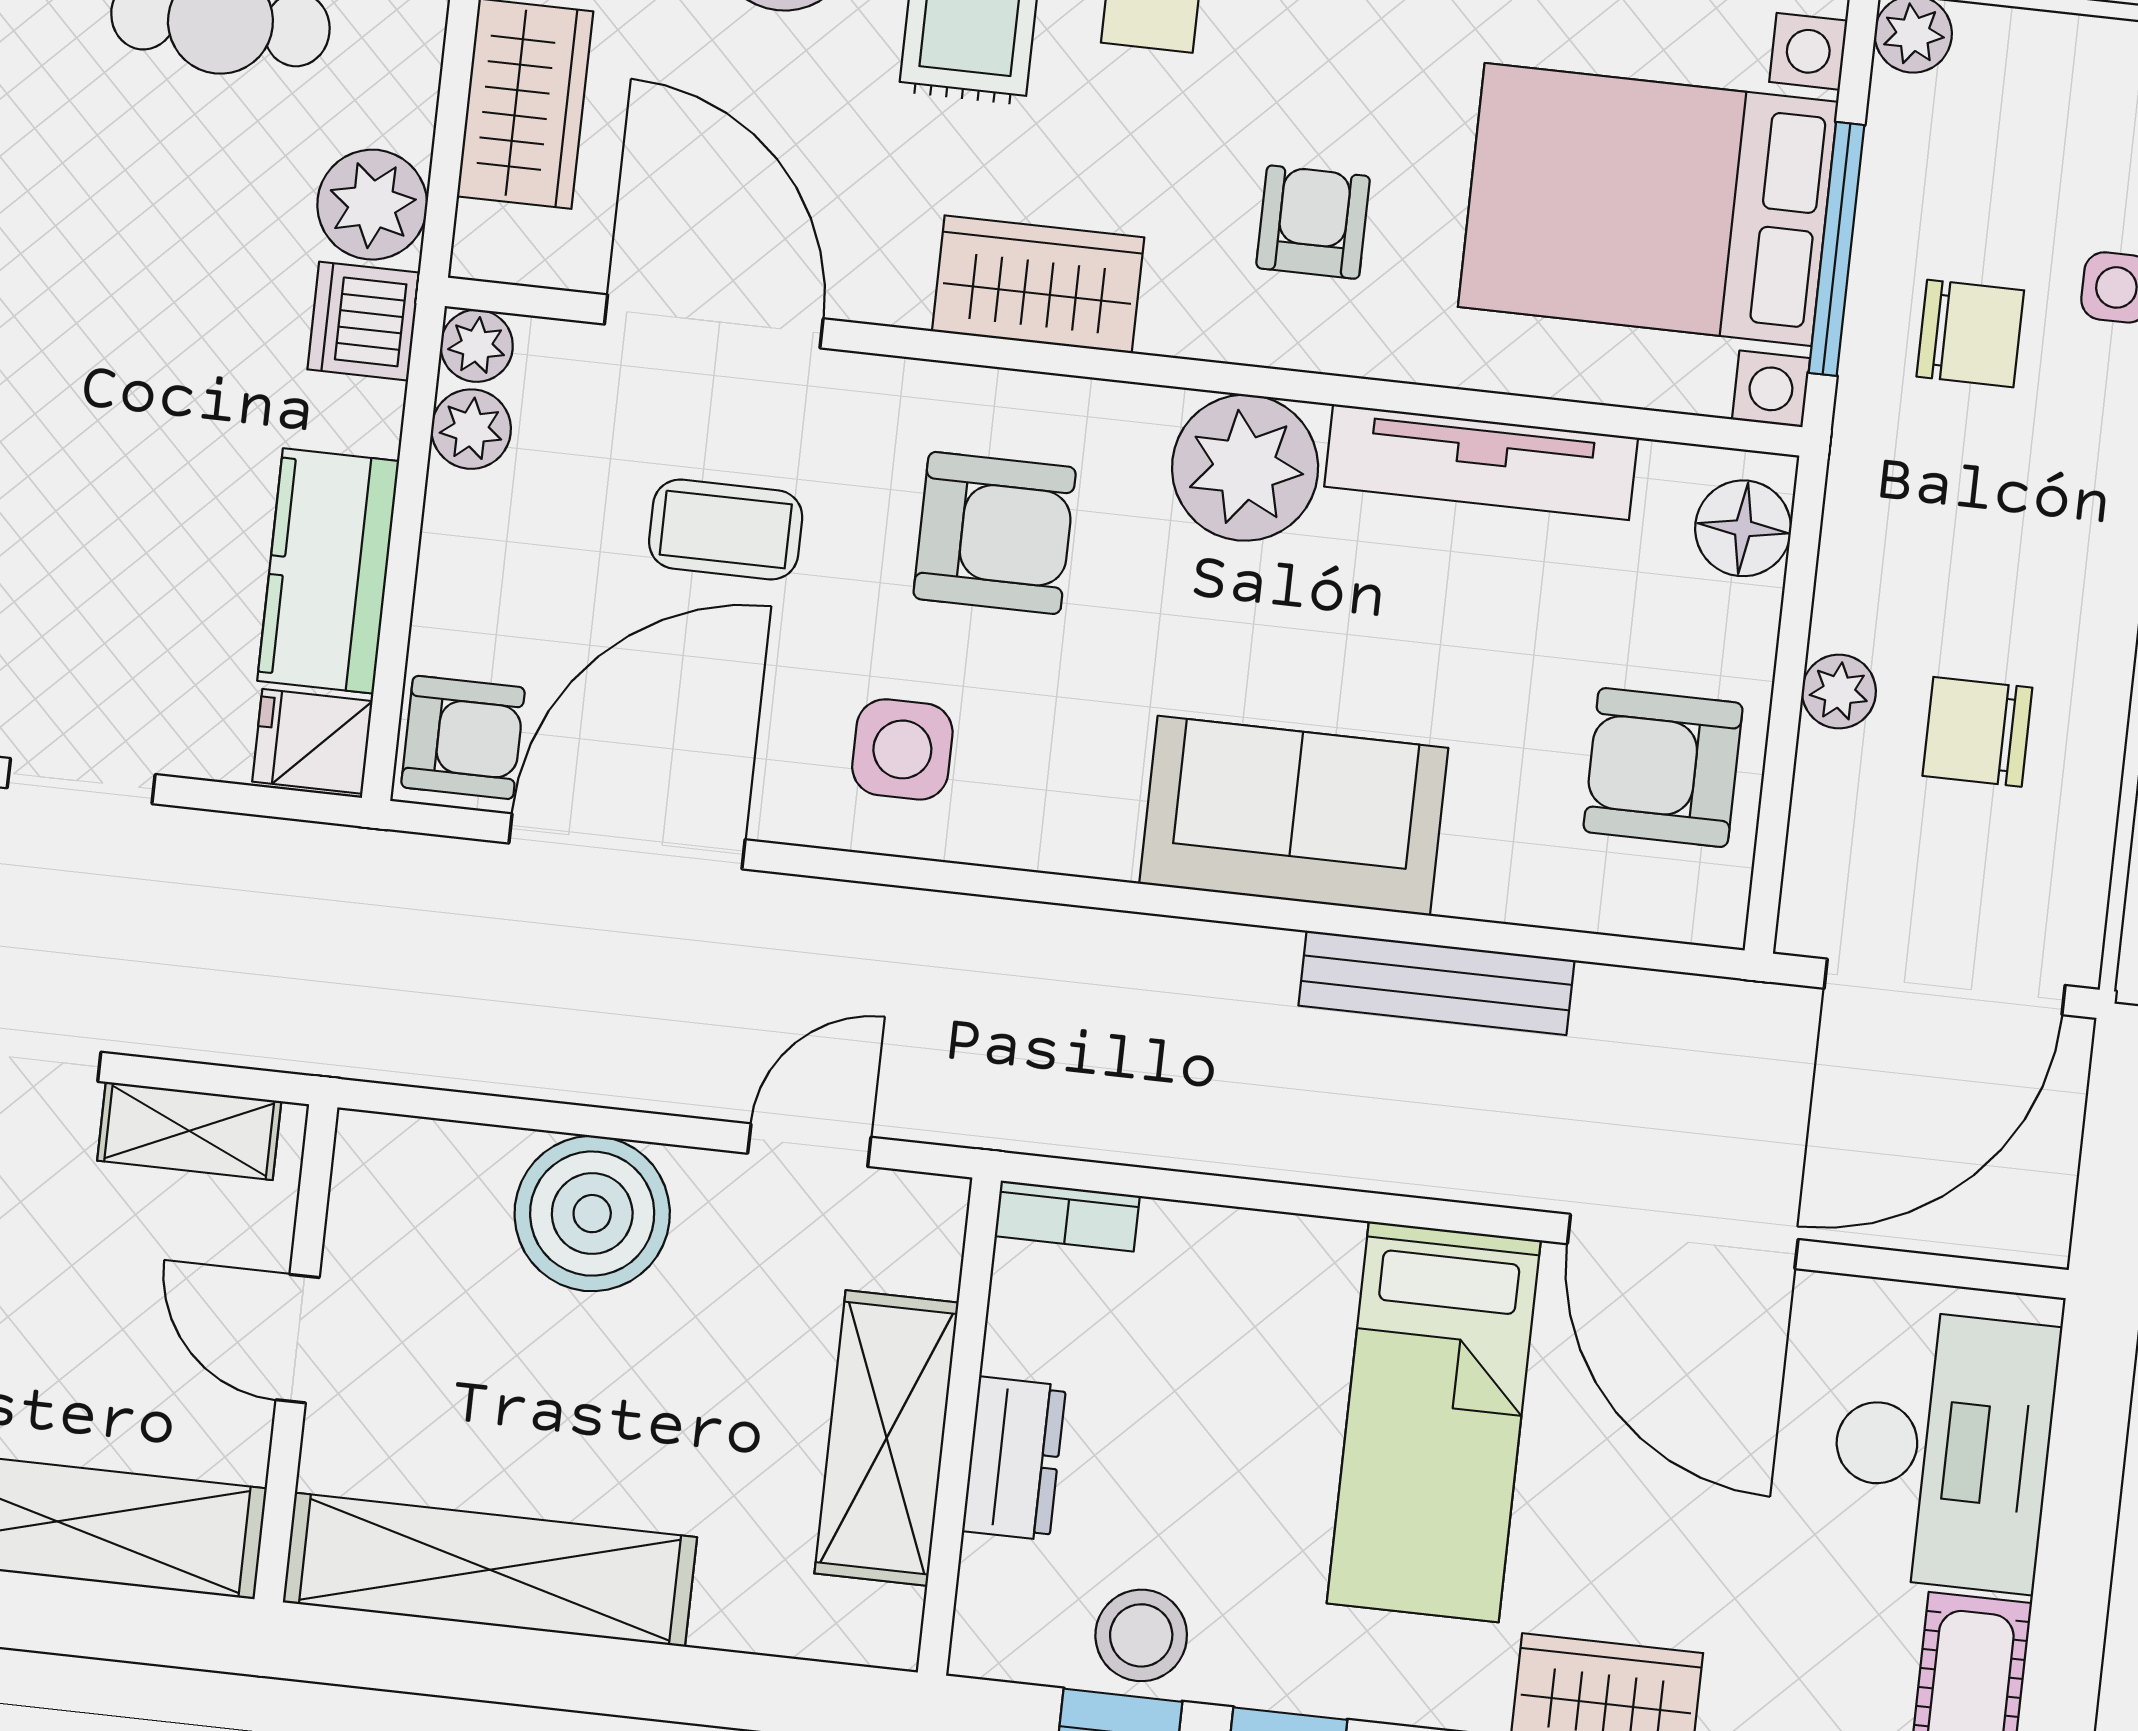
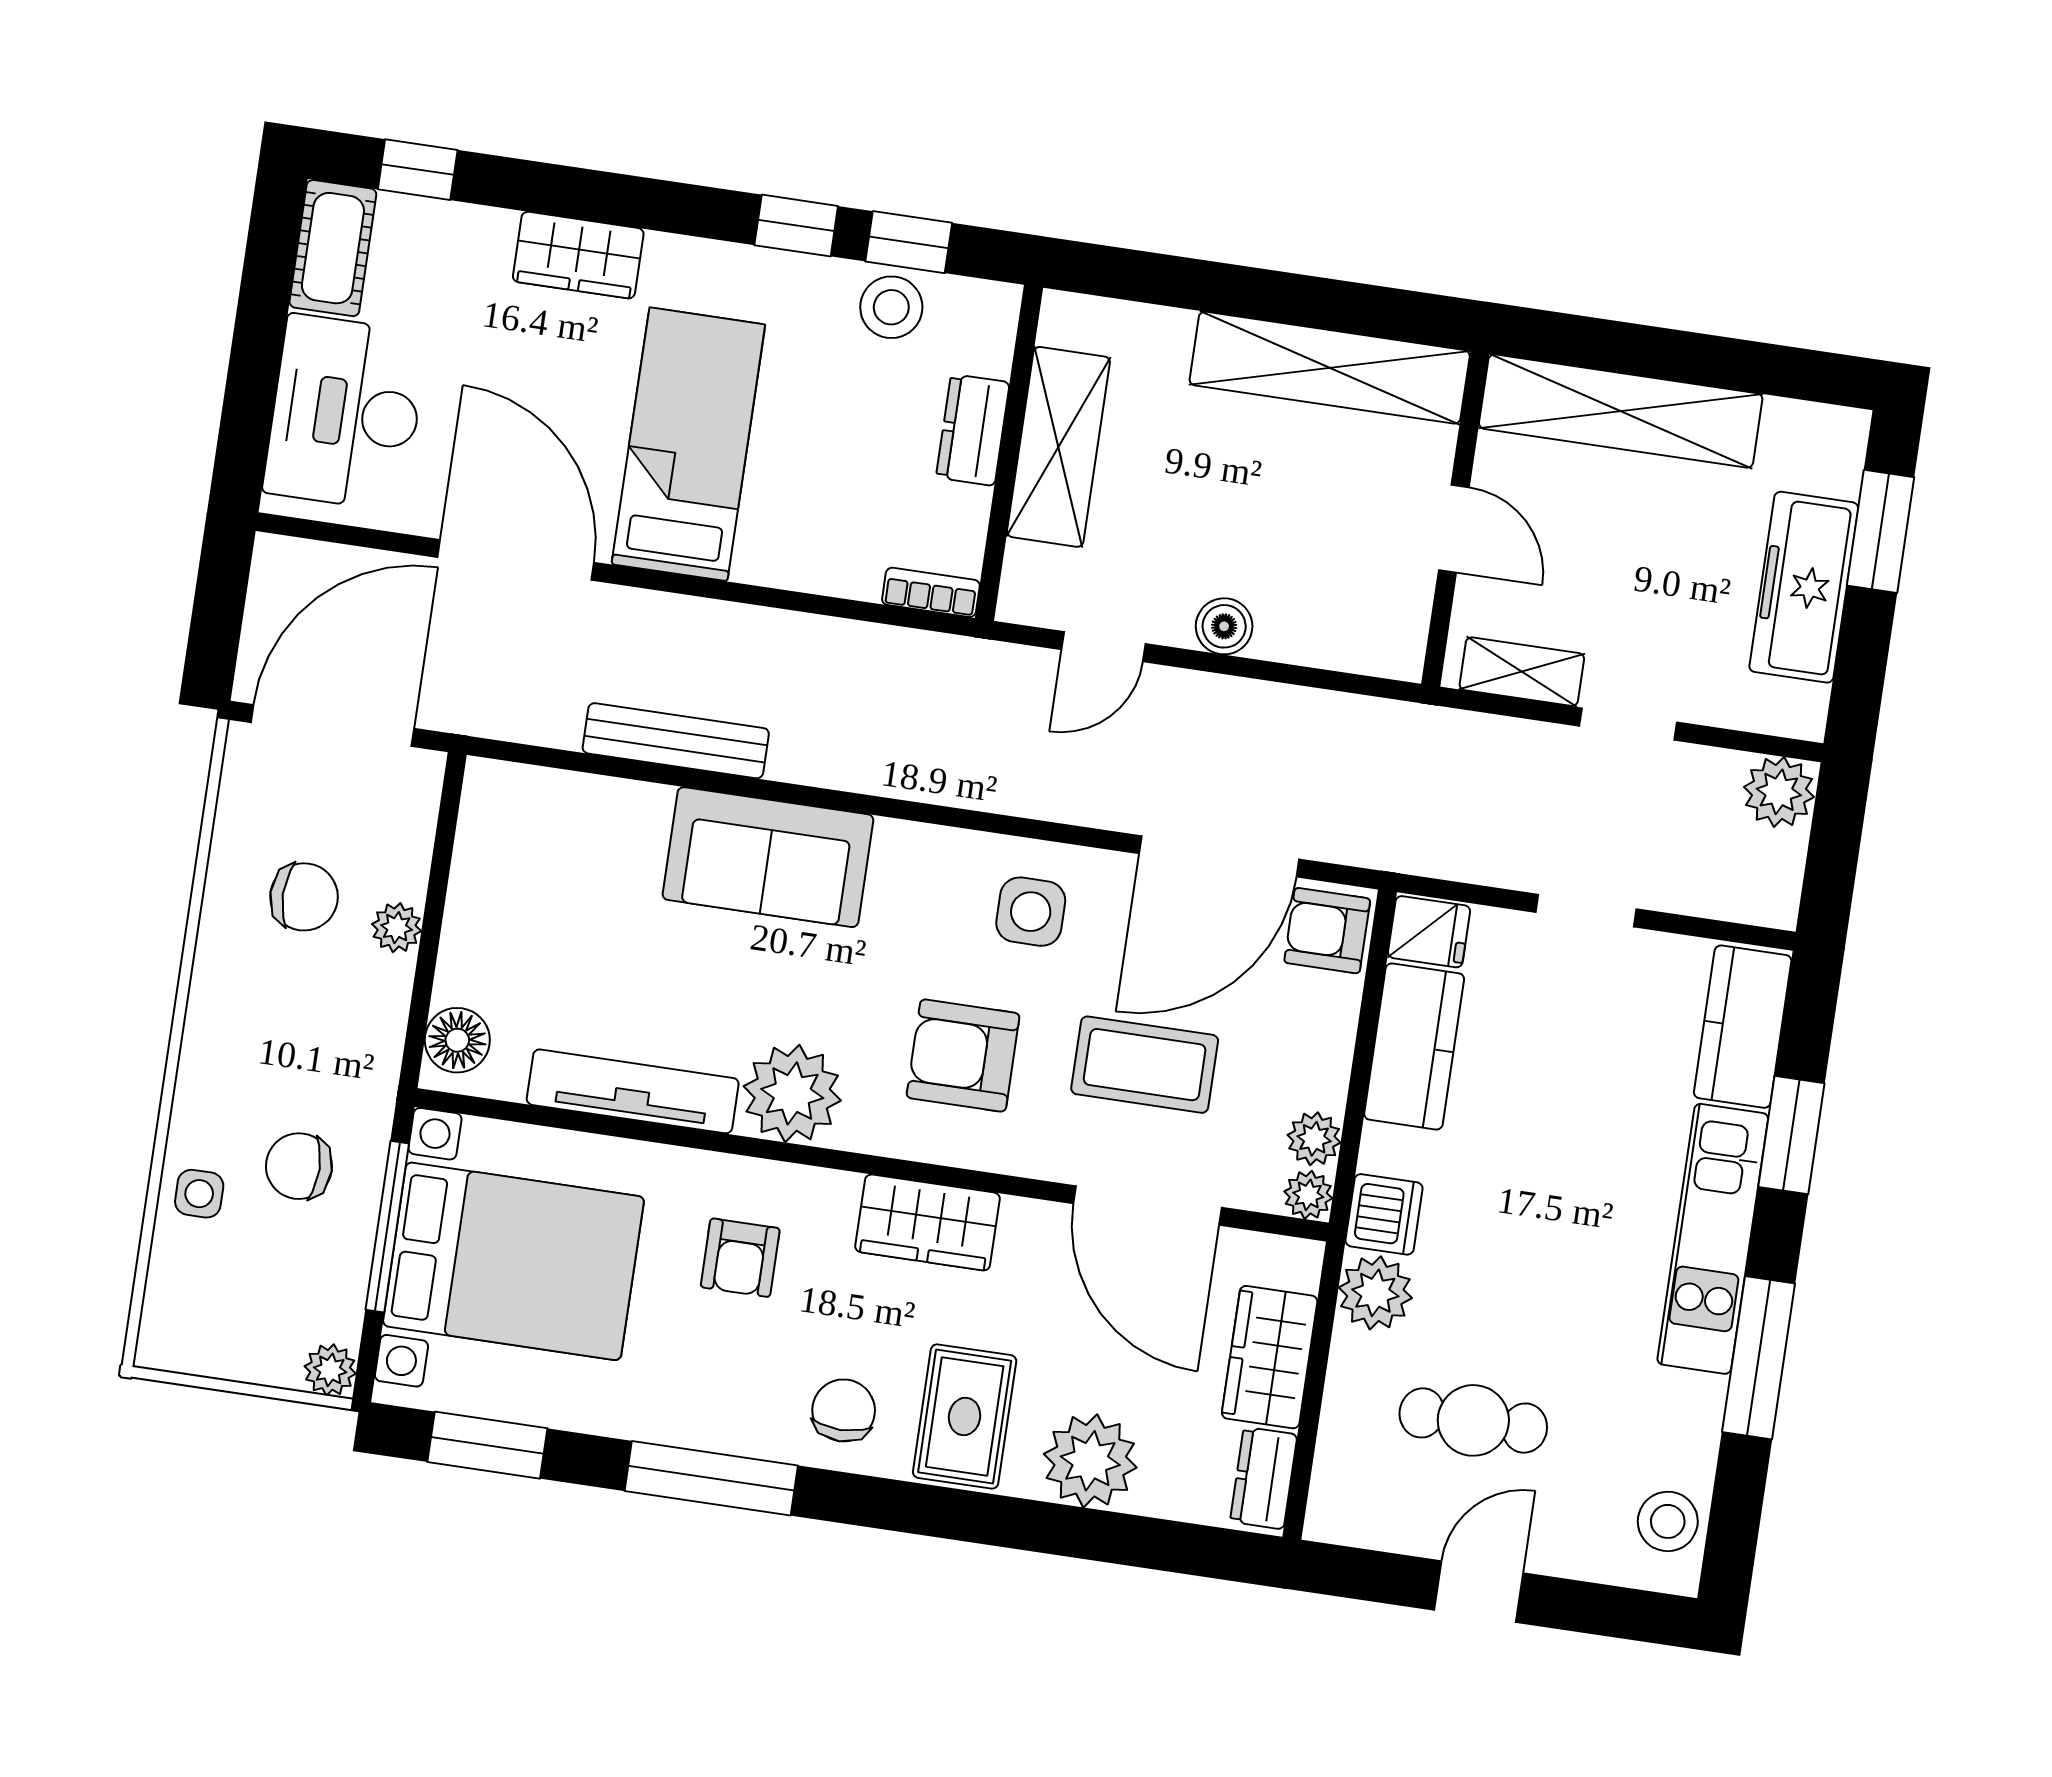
coffee table: (726, 529) -> (1145, 1065), width x1.36, depth x1.30
armchair: (1663, 768) -> (517, 881), removed
boiler: (592, 1214) -> (1224, 626), width x0.54, depth x0.54

